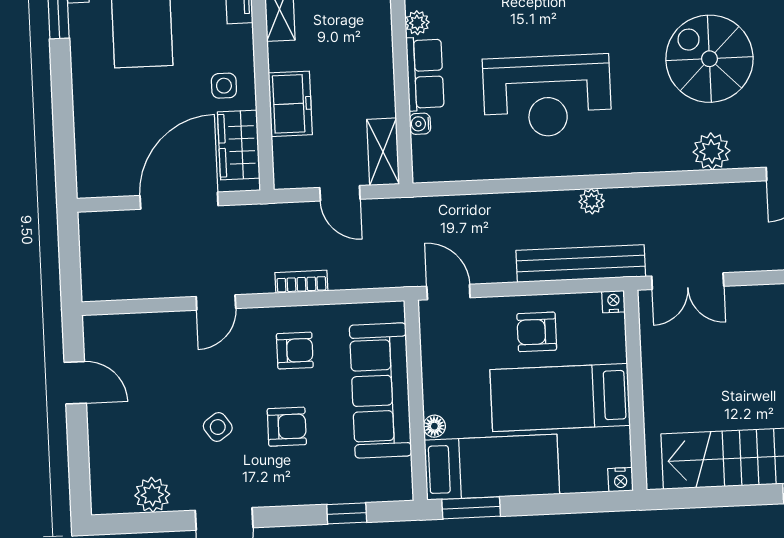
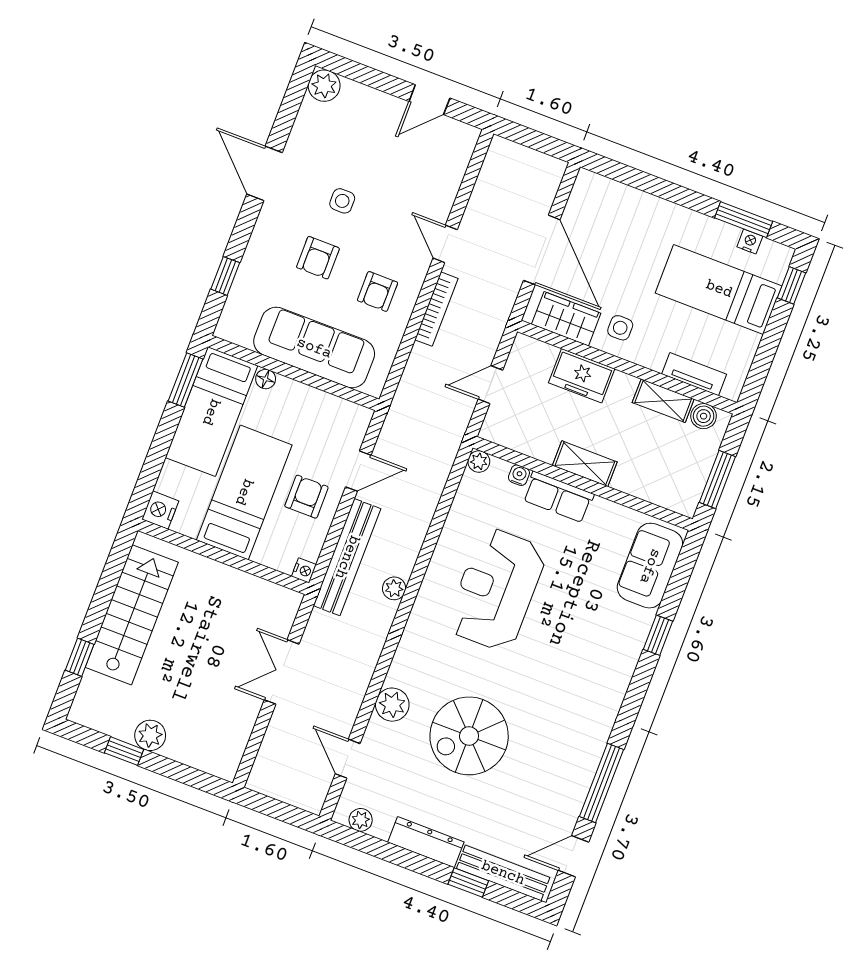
plant: (417, 23) -> (479, 462), moved
spiral stairs: (709, 59) -> (469, 736), turned 180
shelving: (383, 152) -> (585, 464), moved
double door: (688, 281) -> (282, 672), moved
bookcase: (301, 282) -> (436, 309), width x1.56
door: (448, 292) -> (358, 471), moved
side table: (218, 427) -> (342, 201), turned 36
nightstand: (621, 480) -> (160, 510), width x1.39, depth x1.35
plant: (152, 495) -> (324, 86), moved

